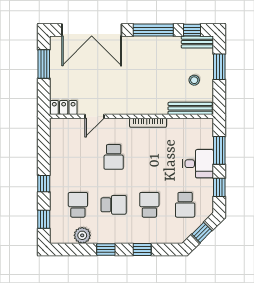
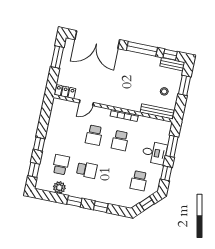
school desk: (149, 205) -> (120, 141), moved, turned 180

